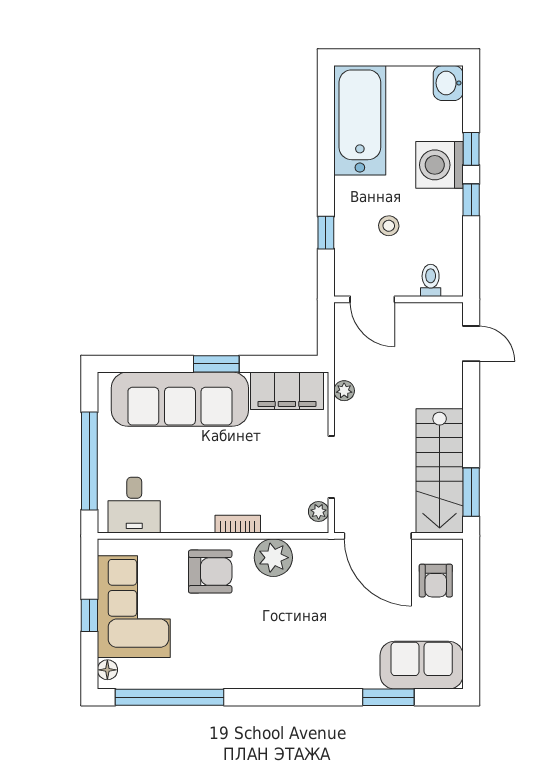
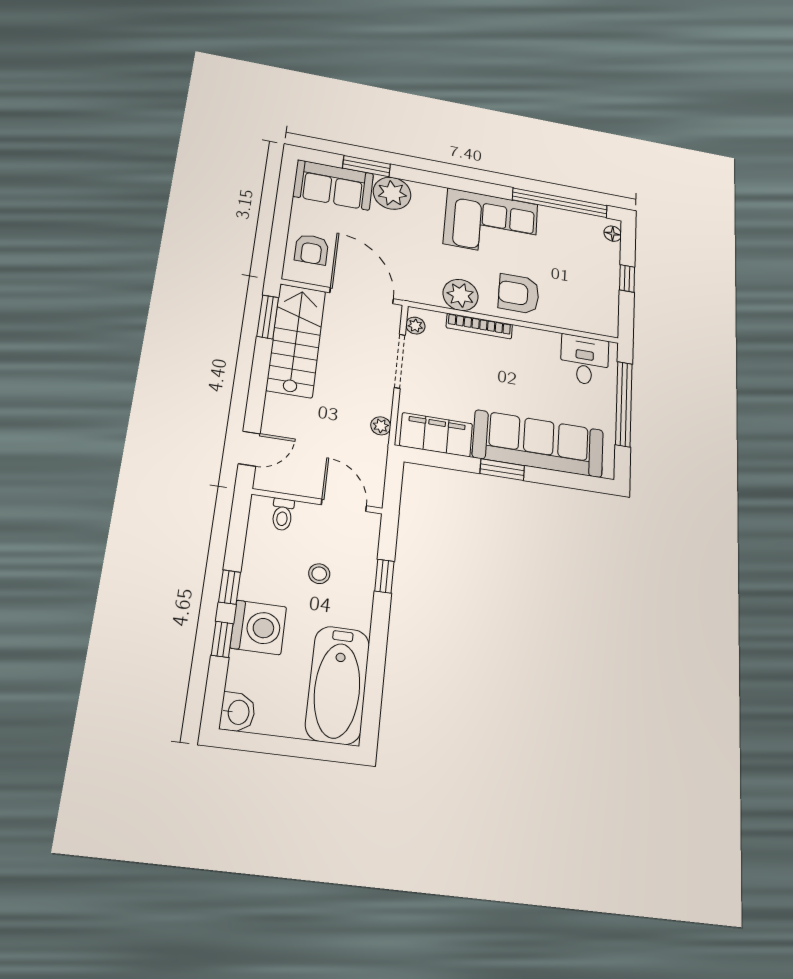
door: (471, 344) -> (249, 449), swing flipped
bookcase: (238, 524) -> (479, 326), width x1.56
armchair: (436, 581) -> (312, 249), turned 180
corner sofa: (134, 607) -> (491, 224), moved, turned -90
plant: (357, 669) -> (392, 193), added

